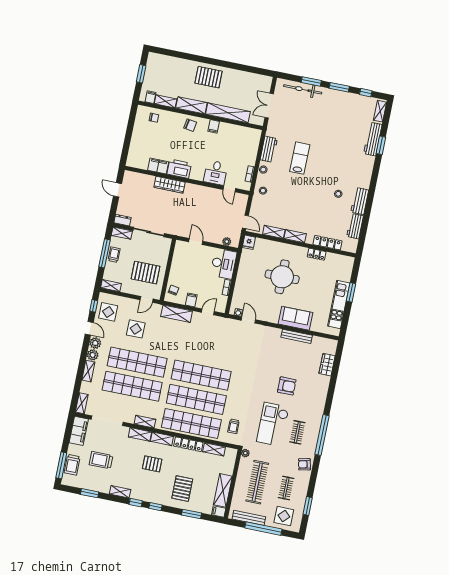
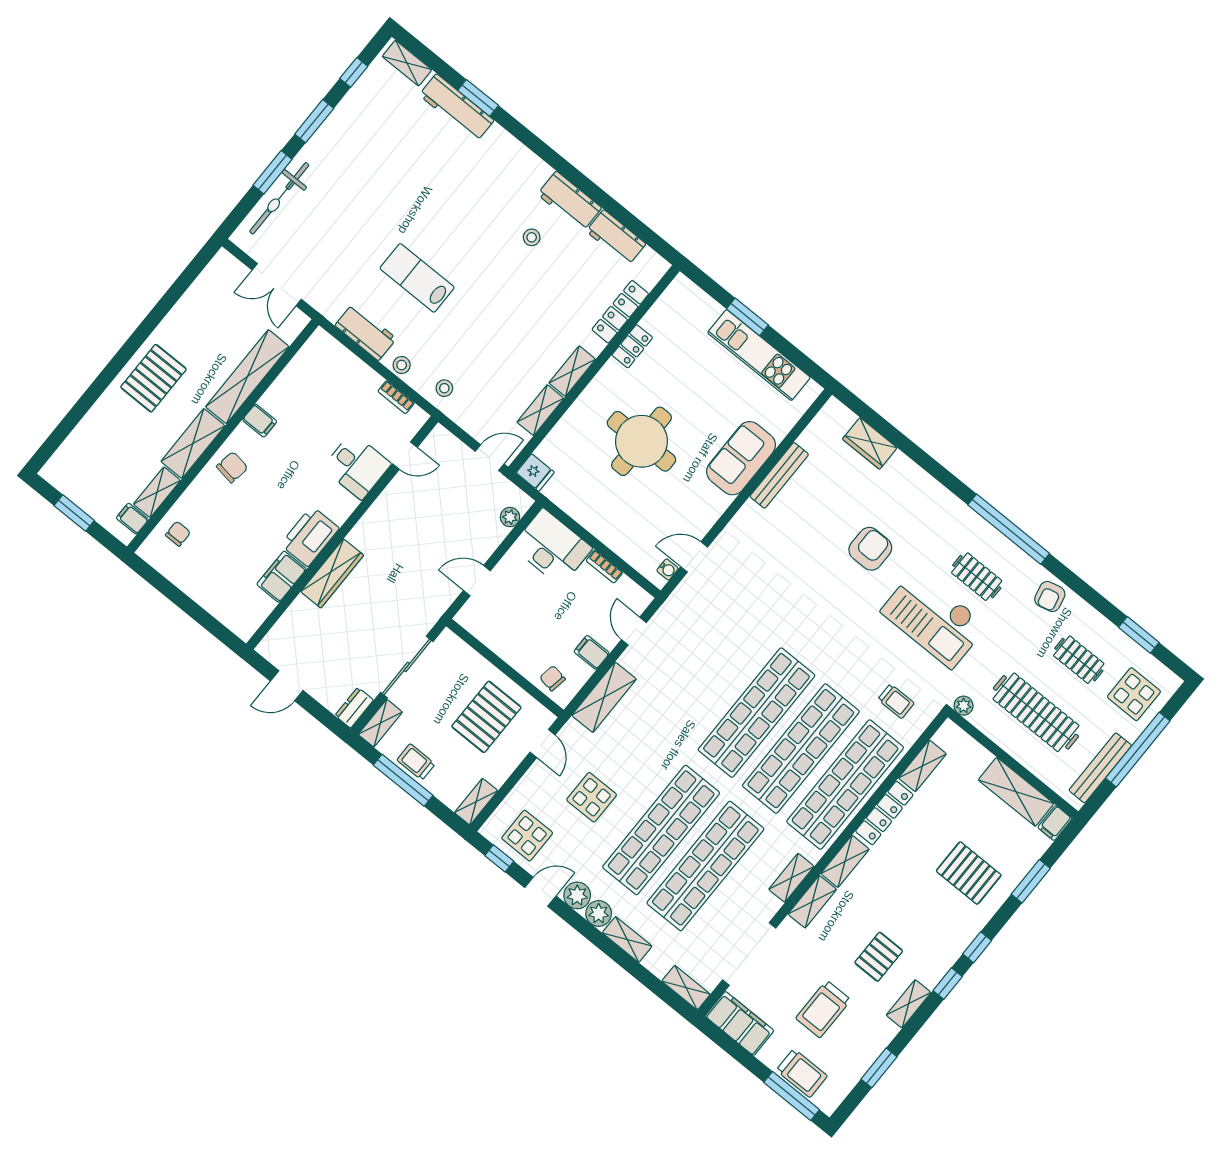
pallet: (152, 464) -> (879, 957), moved

